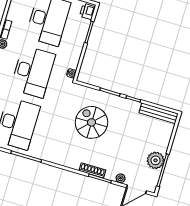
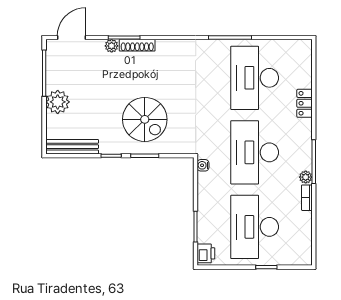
spiral stairs: (91, 122) -> (145, 119), moved
plant: (156, 160) -> (58, 102), moved
plant: (121, 178) -> (112, 46), moved

